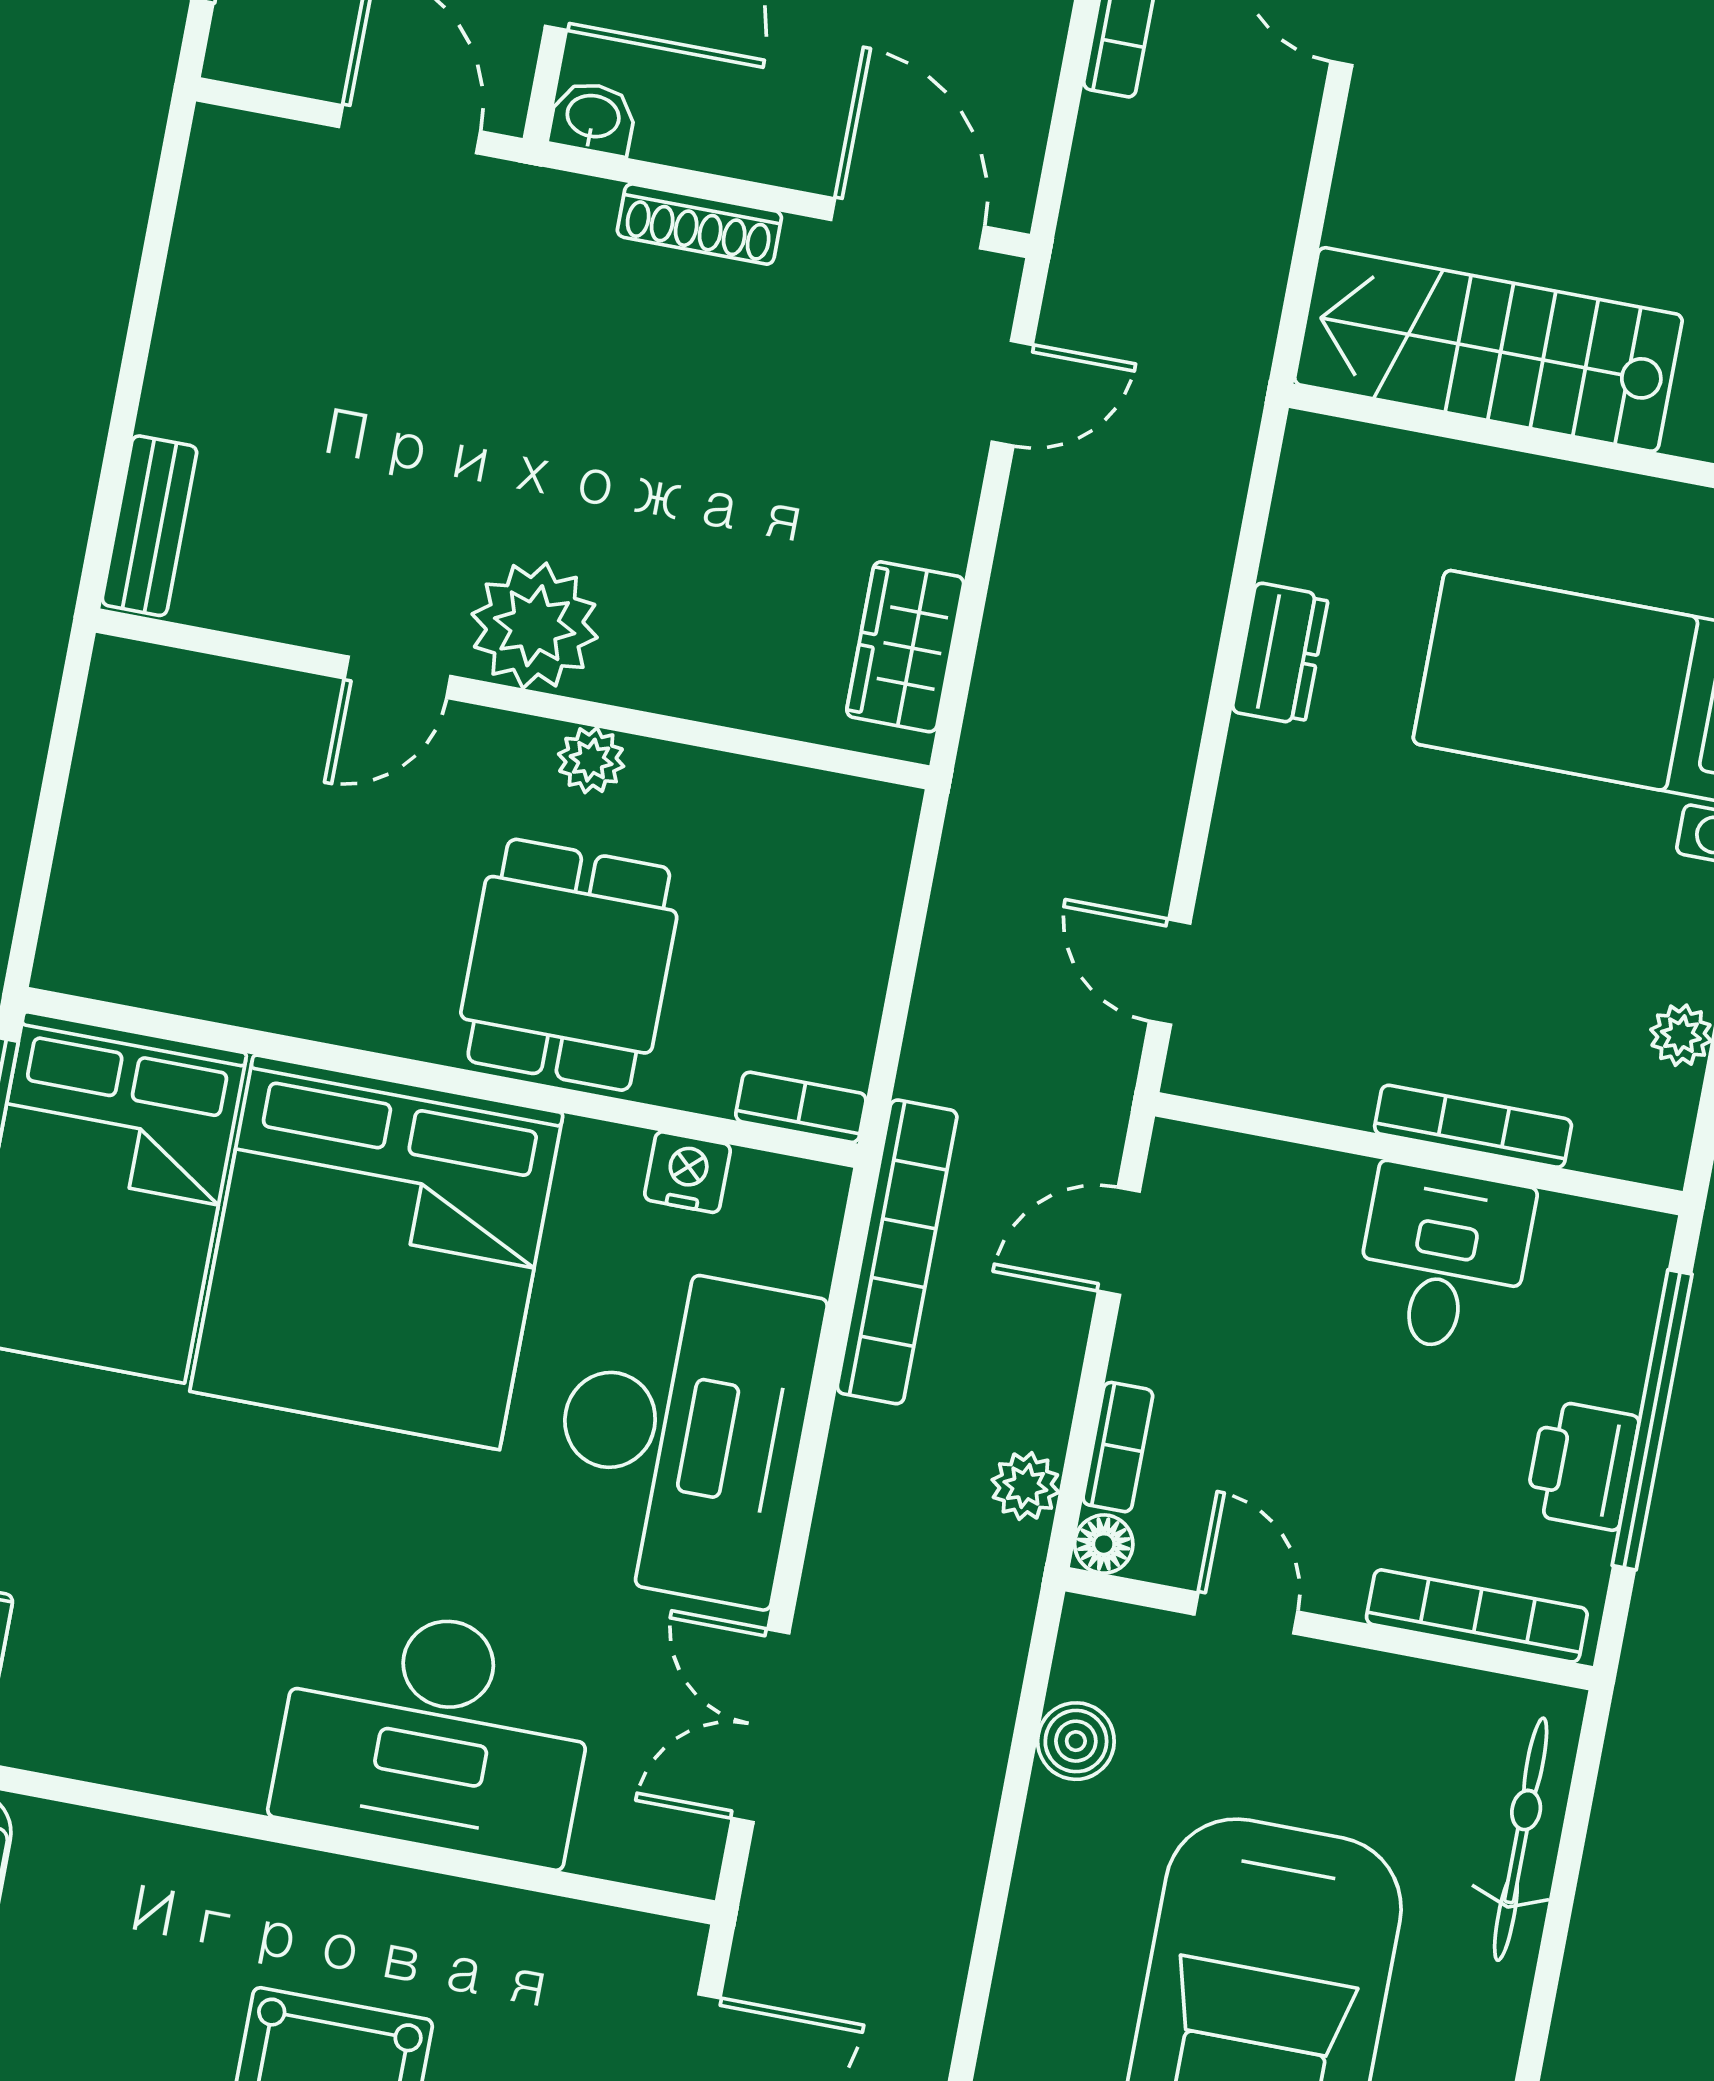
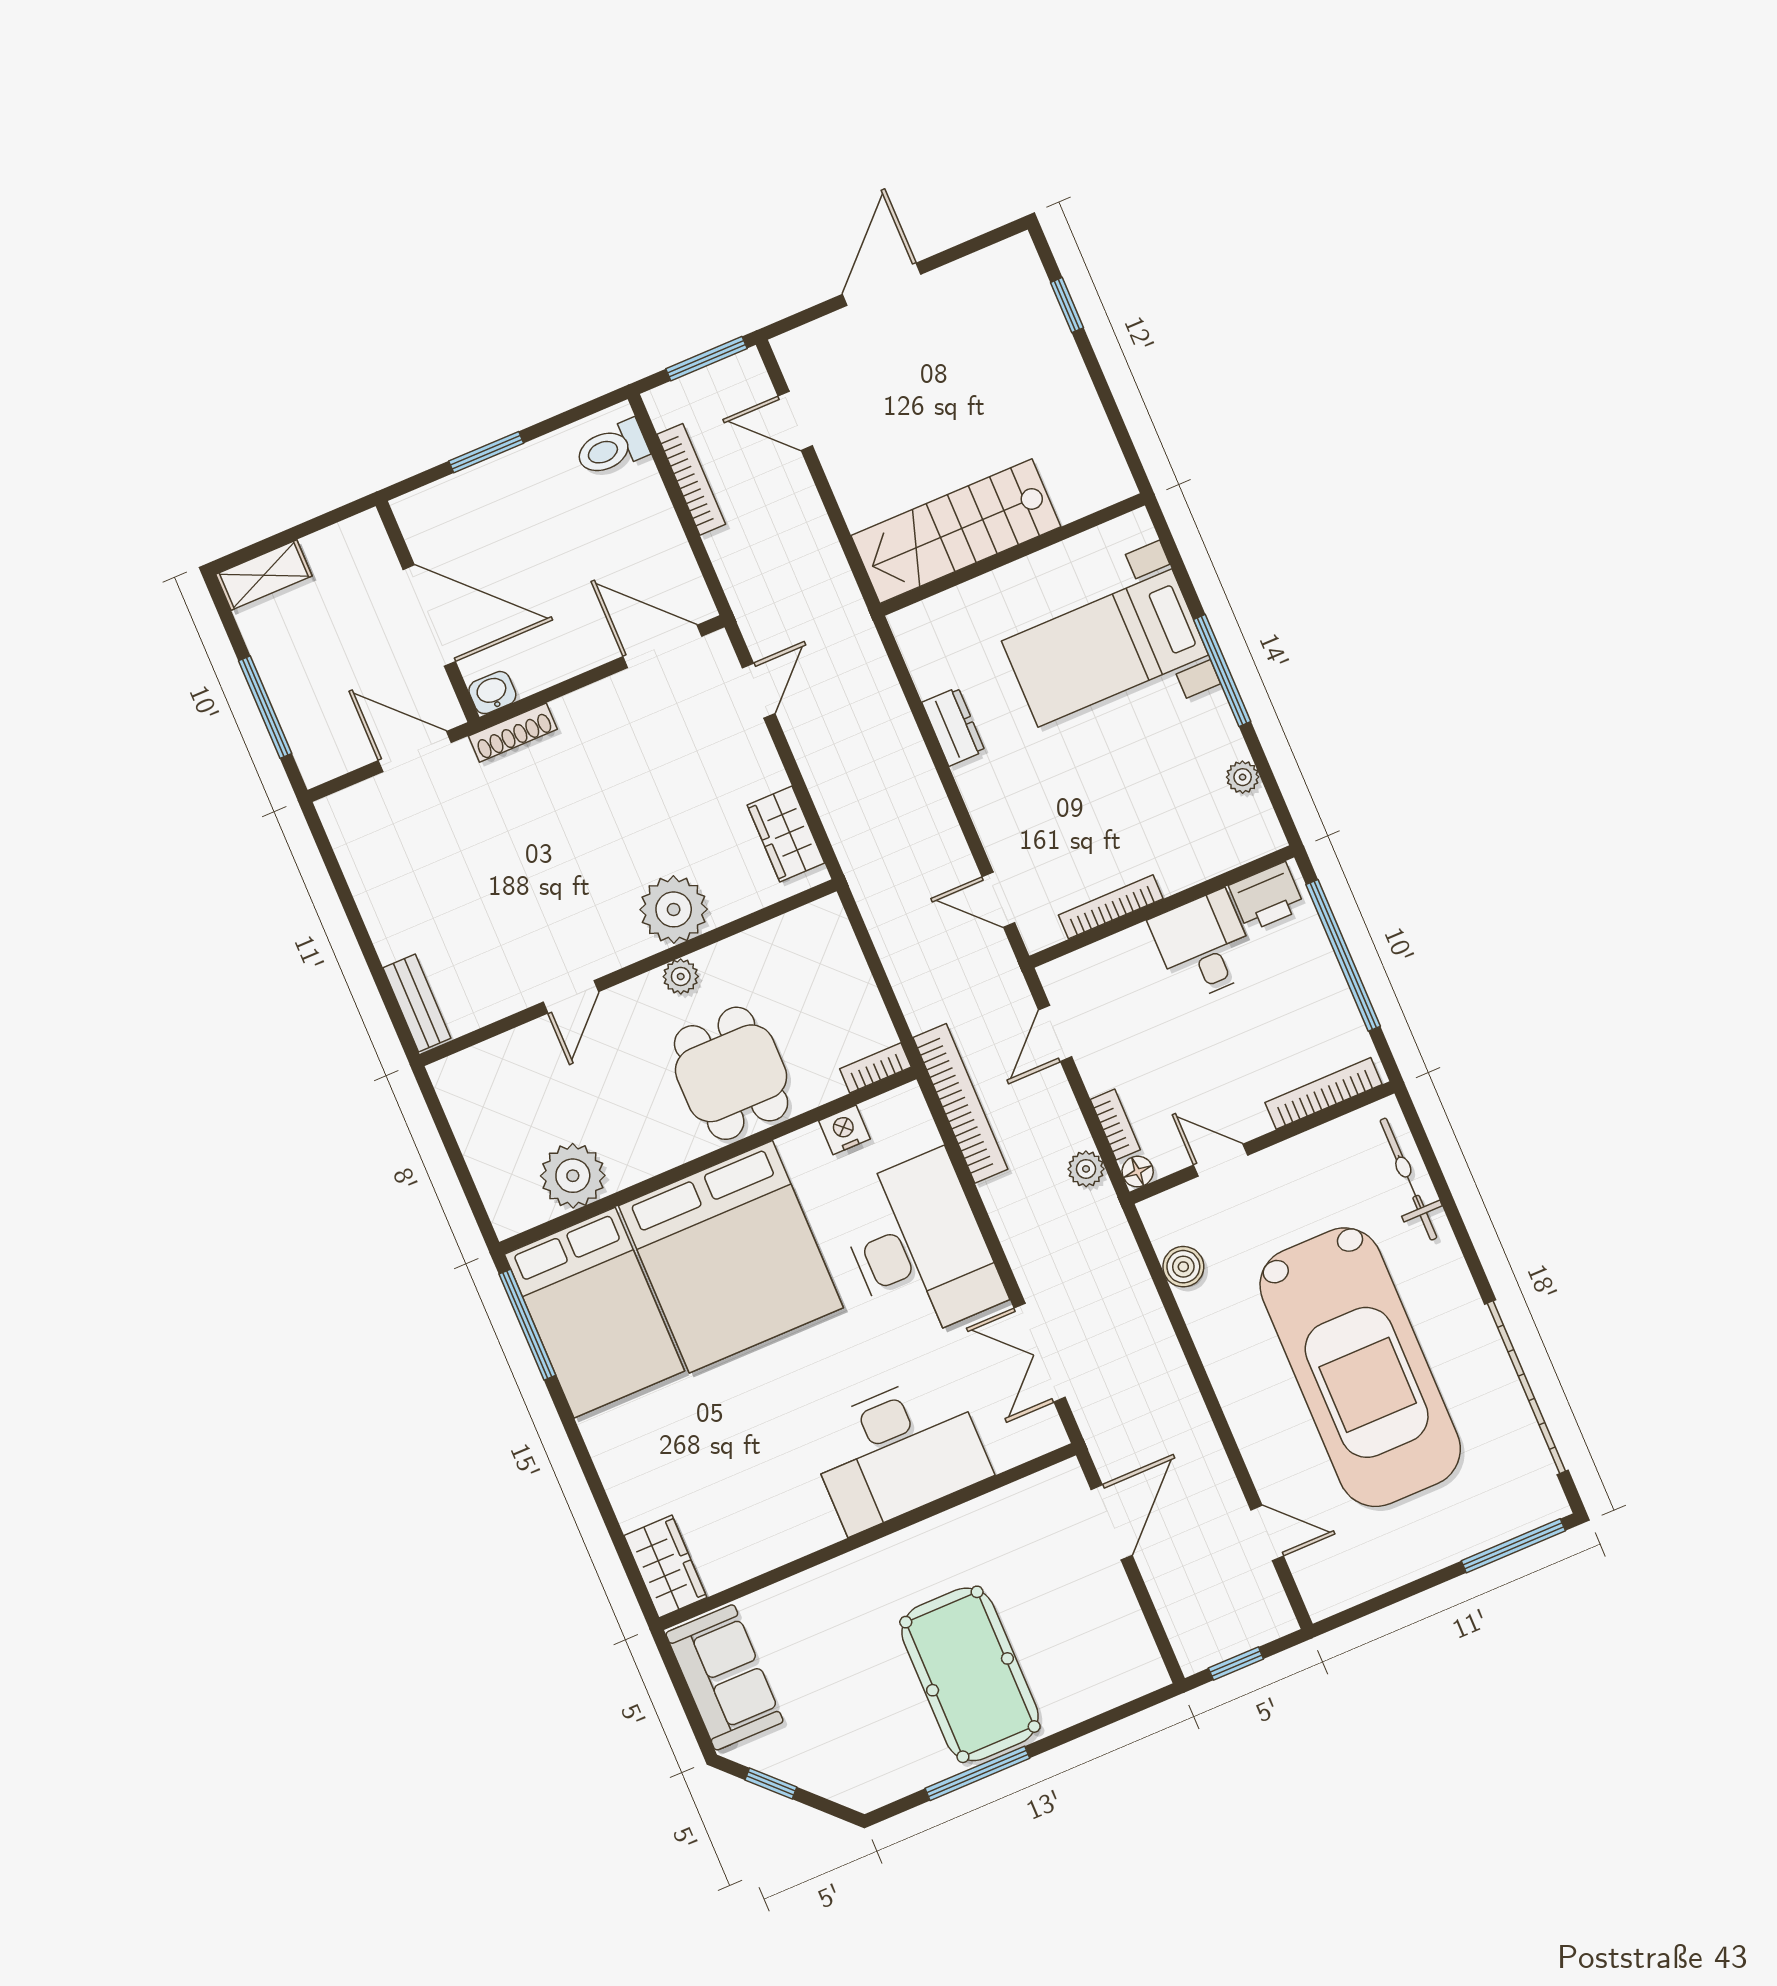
shoe rack: (699, 224) -> (513, 733), moved
plant: (535, 626) -> (674, 909), moved
plant: (213, 960) -> (573, 1176), added
bookcase: (1473, 1126) -> (1111, 907), moved
printer: (1582, 1465) -> (1267, 897), moved, turned -90

